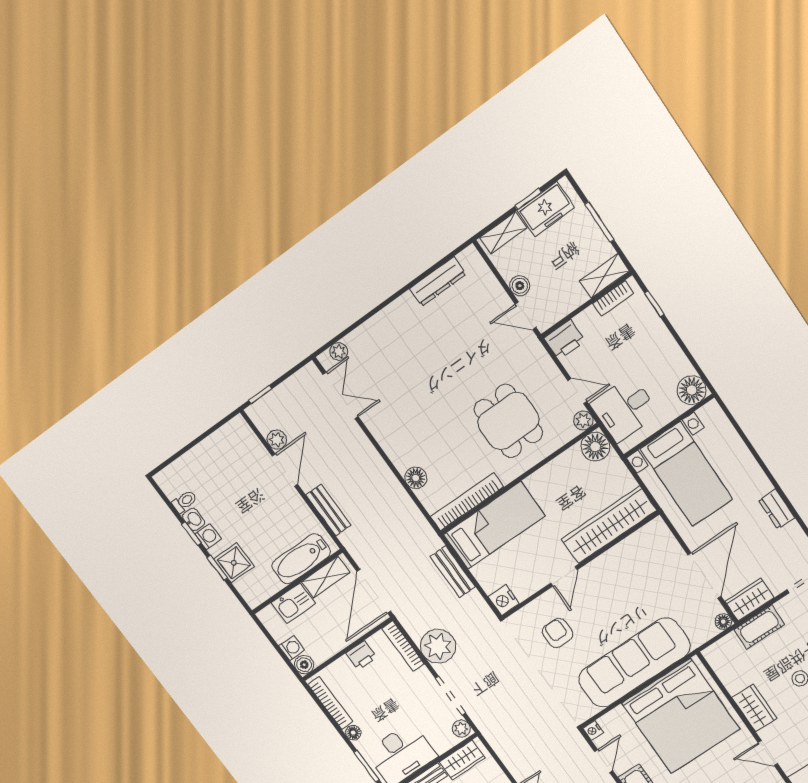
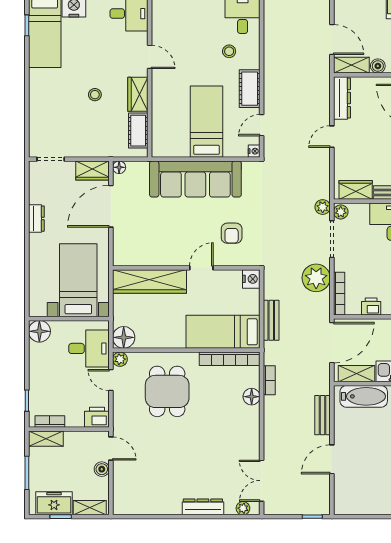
dresser: (438, 282) -> (203, 507), moved
plant: (277, 440) -> (323, 207), moved
bookcase: (410, 508) -> (269, 380), added
cot: (759, 627) -> (138, 131), moved, turned 90
bed: (681, 716) -> (207, 122), width x0.49

